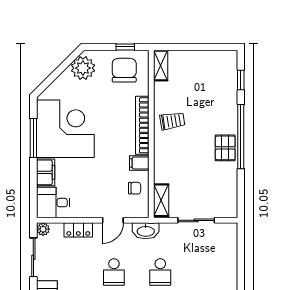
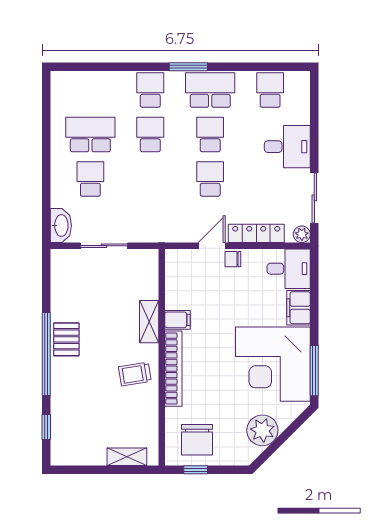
shelving: (161, 65) -> (127, 457), moved, turned 90
plant: (83, 68) -> (262, 430), moved
window: (33, 138) -> (314, 371), moved
chair: (135, 188) -> (233, 259), moved
shelving: (161, 200) -> (149, 322), moved
locker: (78, 230) -> (256, 233), width x1.53
washbasin: (146, 231) -> (61, 225), moved, turned 90
school desk: (160, 272) -> (90, 179), moved

